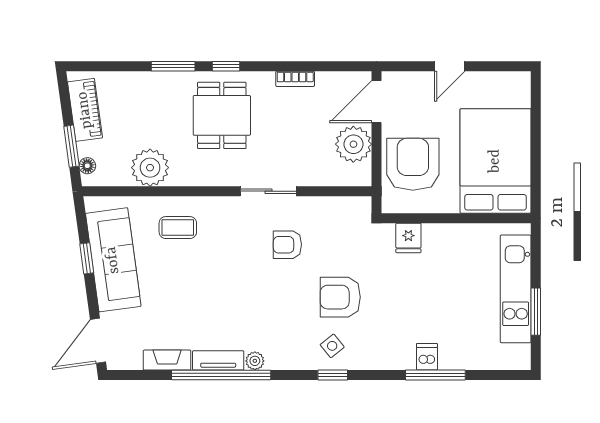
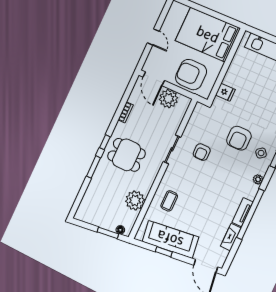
piano: (85, 110) -> (94, 218), removed
plant: (255, 361) -> (258, 179), moved

